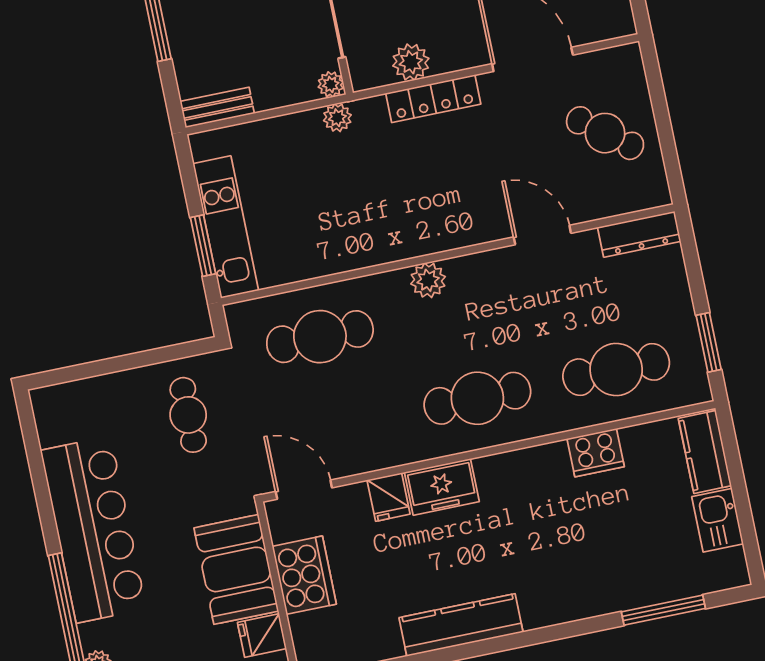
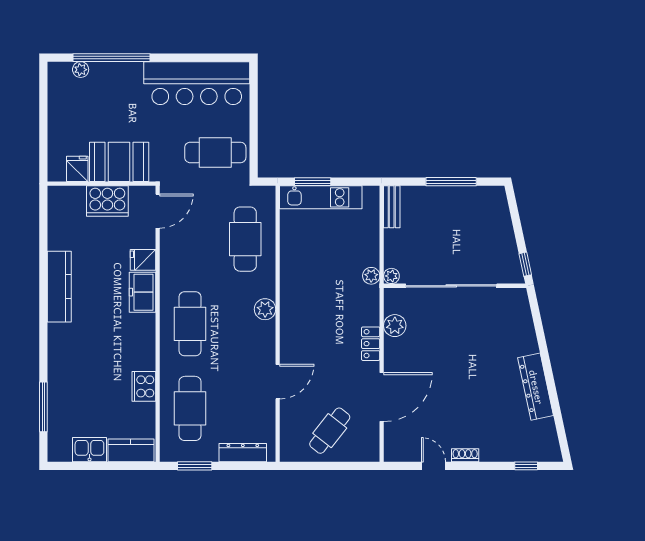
locker: (433, 99) -> (371, 344), width x0.66
dresser: (639, 234) -> (243, 453), moved, turned 90
cafe table: (188, 415) -> (215, 152), width x1.37, depth x1.35
bar counter: (93, 530) -> (197, 83), moved

